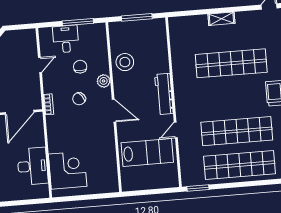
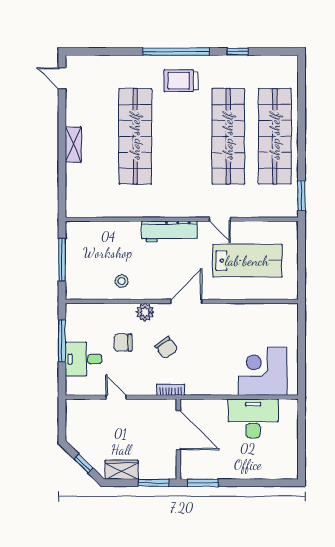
stool: (125, 62) -> (122, 281), width x0.53, depth x0.53
lab bench: (147, 152) -> (247, 261), turned 90

